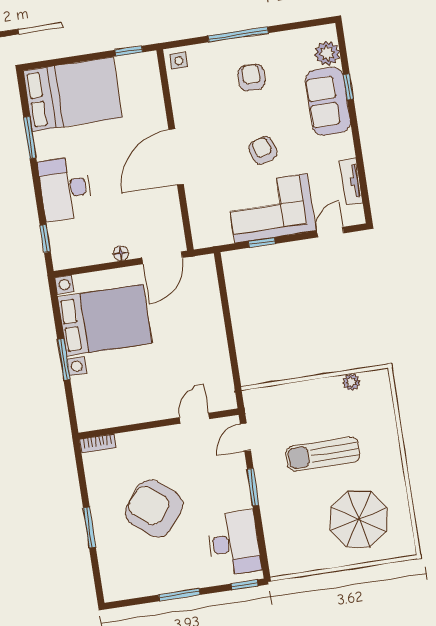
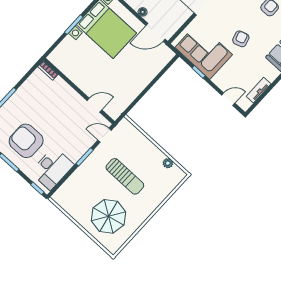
corner sofa: (271, 208) -> (204, 51), moved
sun lounger: (323, 454) -> (125, 176), turned 180
armchair: (154, 508) -> (26, 141), moved, turned -39

